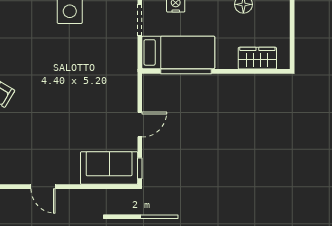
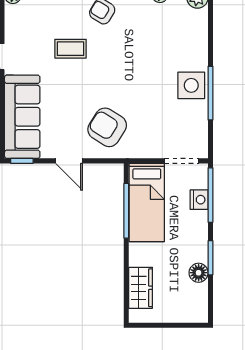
armchair: (109, 89) -> (107, 127), added
coffee table: (36, 123) -> (70, 49), added
sofa: (109, 168) -> (22, 117), width x1.36

